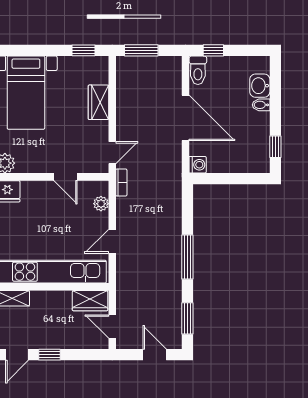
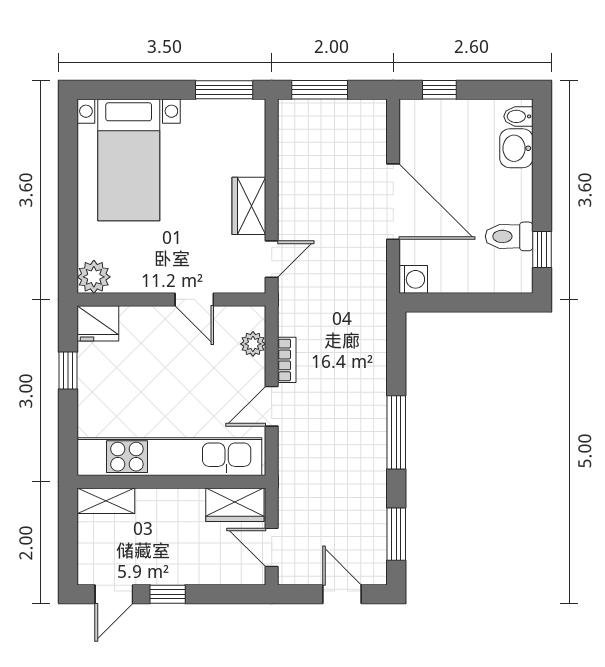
window: (84, 50) -> (224, 90), width x1.50
toilet: (198, 70) -> (509, 236), moved, turned 90
wardrobe: (98, 102) -> (249, 206), moved
bidet: (261, 105) -> (518, 116), moved
bookcase: (121, 182) -> (287, 360), moved

